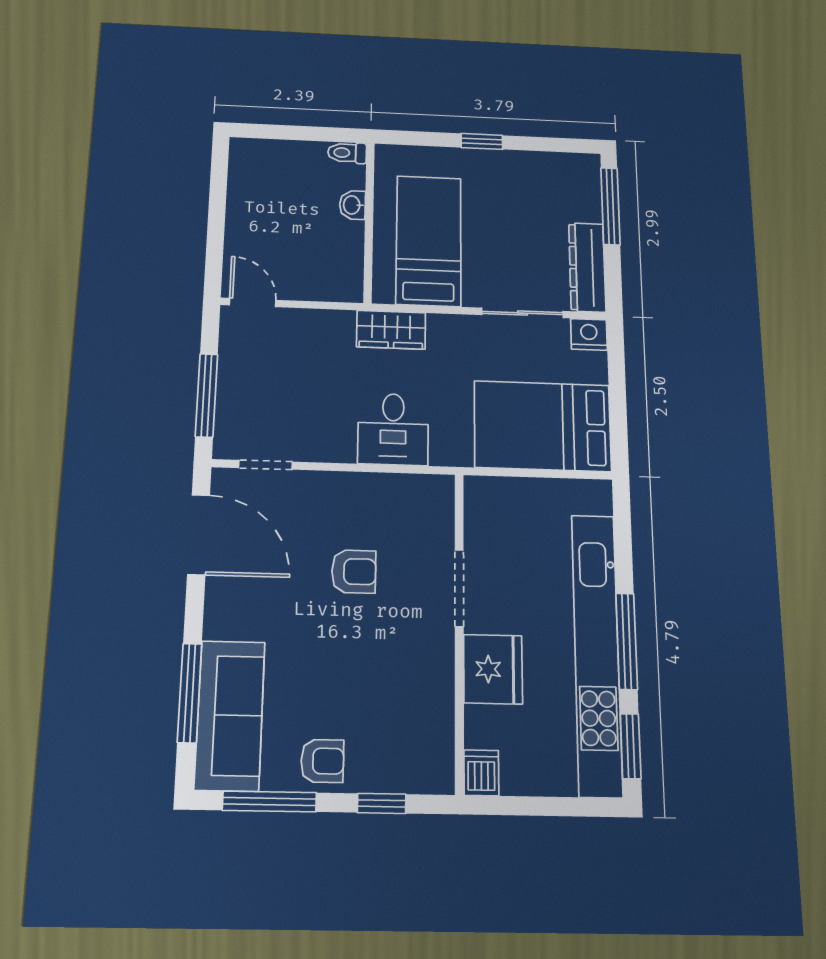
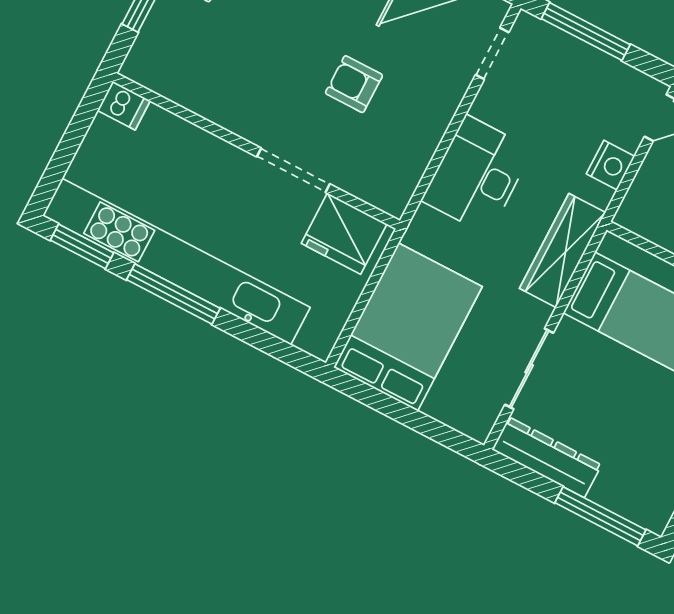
wardrobe: (391, 330) -> (563, 250), width x1.50
nightstand: (589, 334) -> (611, 165), moved
desk: (393, 429) -> (477, 175), width x1.37
armchair: (354, 572) -> (354, 84), turned 90
fridge: (493, 669) -> (344, 234), moved

